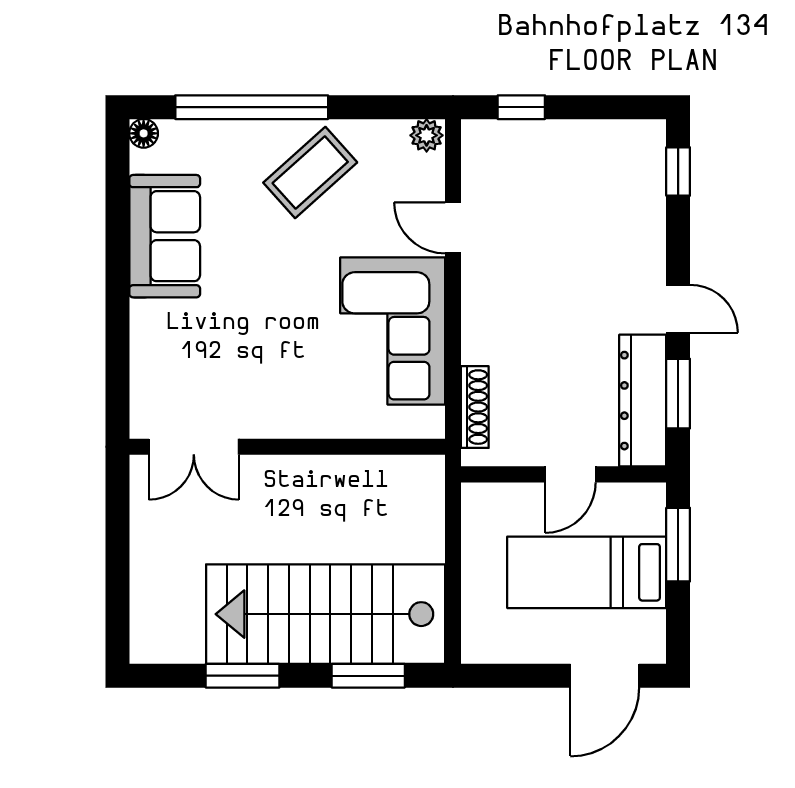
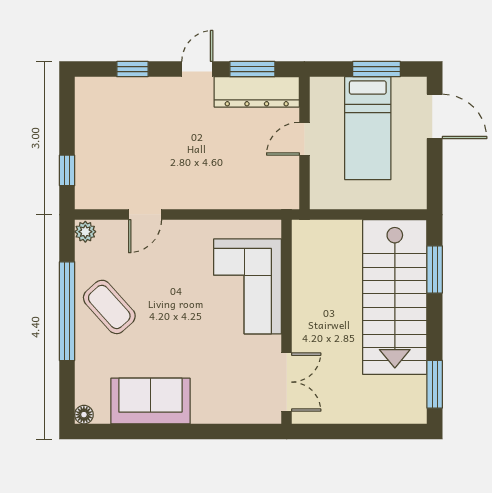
window: (252, 107) -> (67, 311), moved
window: (678, 172) -> (132, 69), moved
corner sofa: (393, 331) -> (248, 286), moved, turned 90
shoe rack: (475, 407) -> (261, 200), removed
door: (570, 474) -> (304, 139), swing flipped
window: (678, 545) -> (376, 69), moved
window: (243, 676) -> (435, 384), moved

